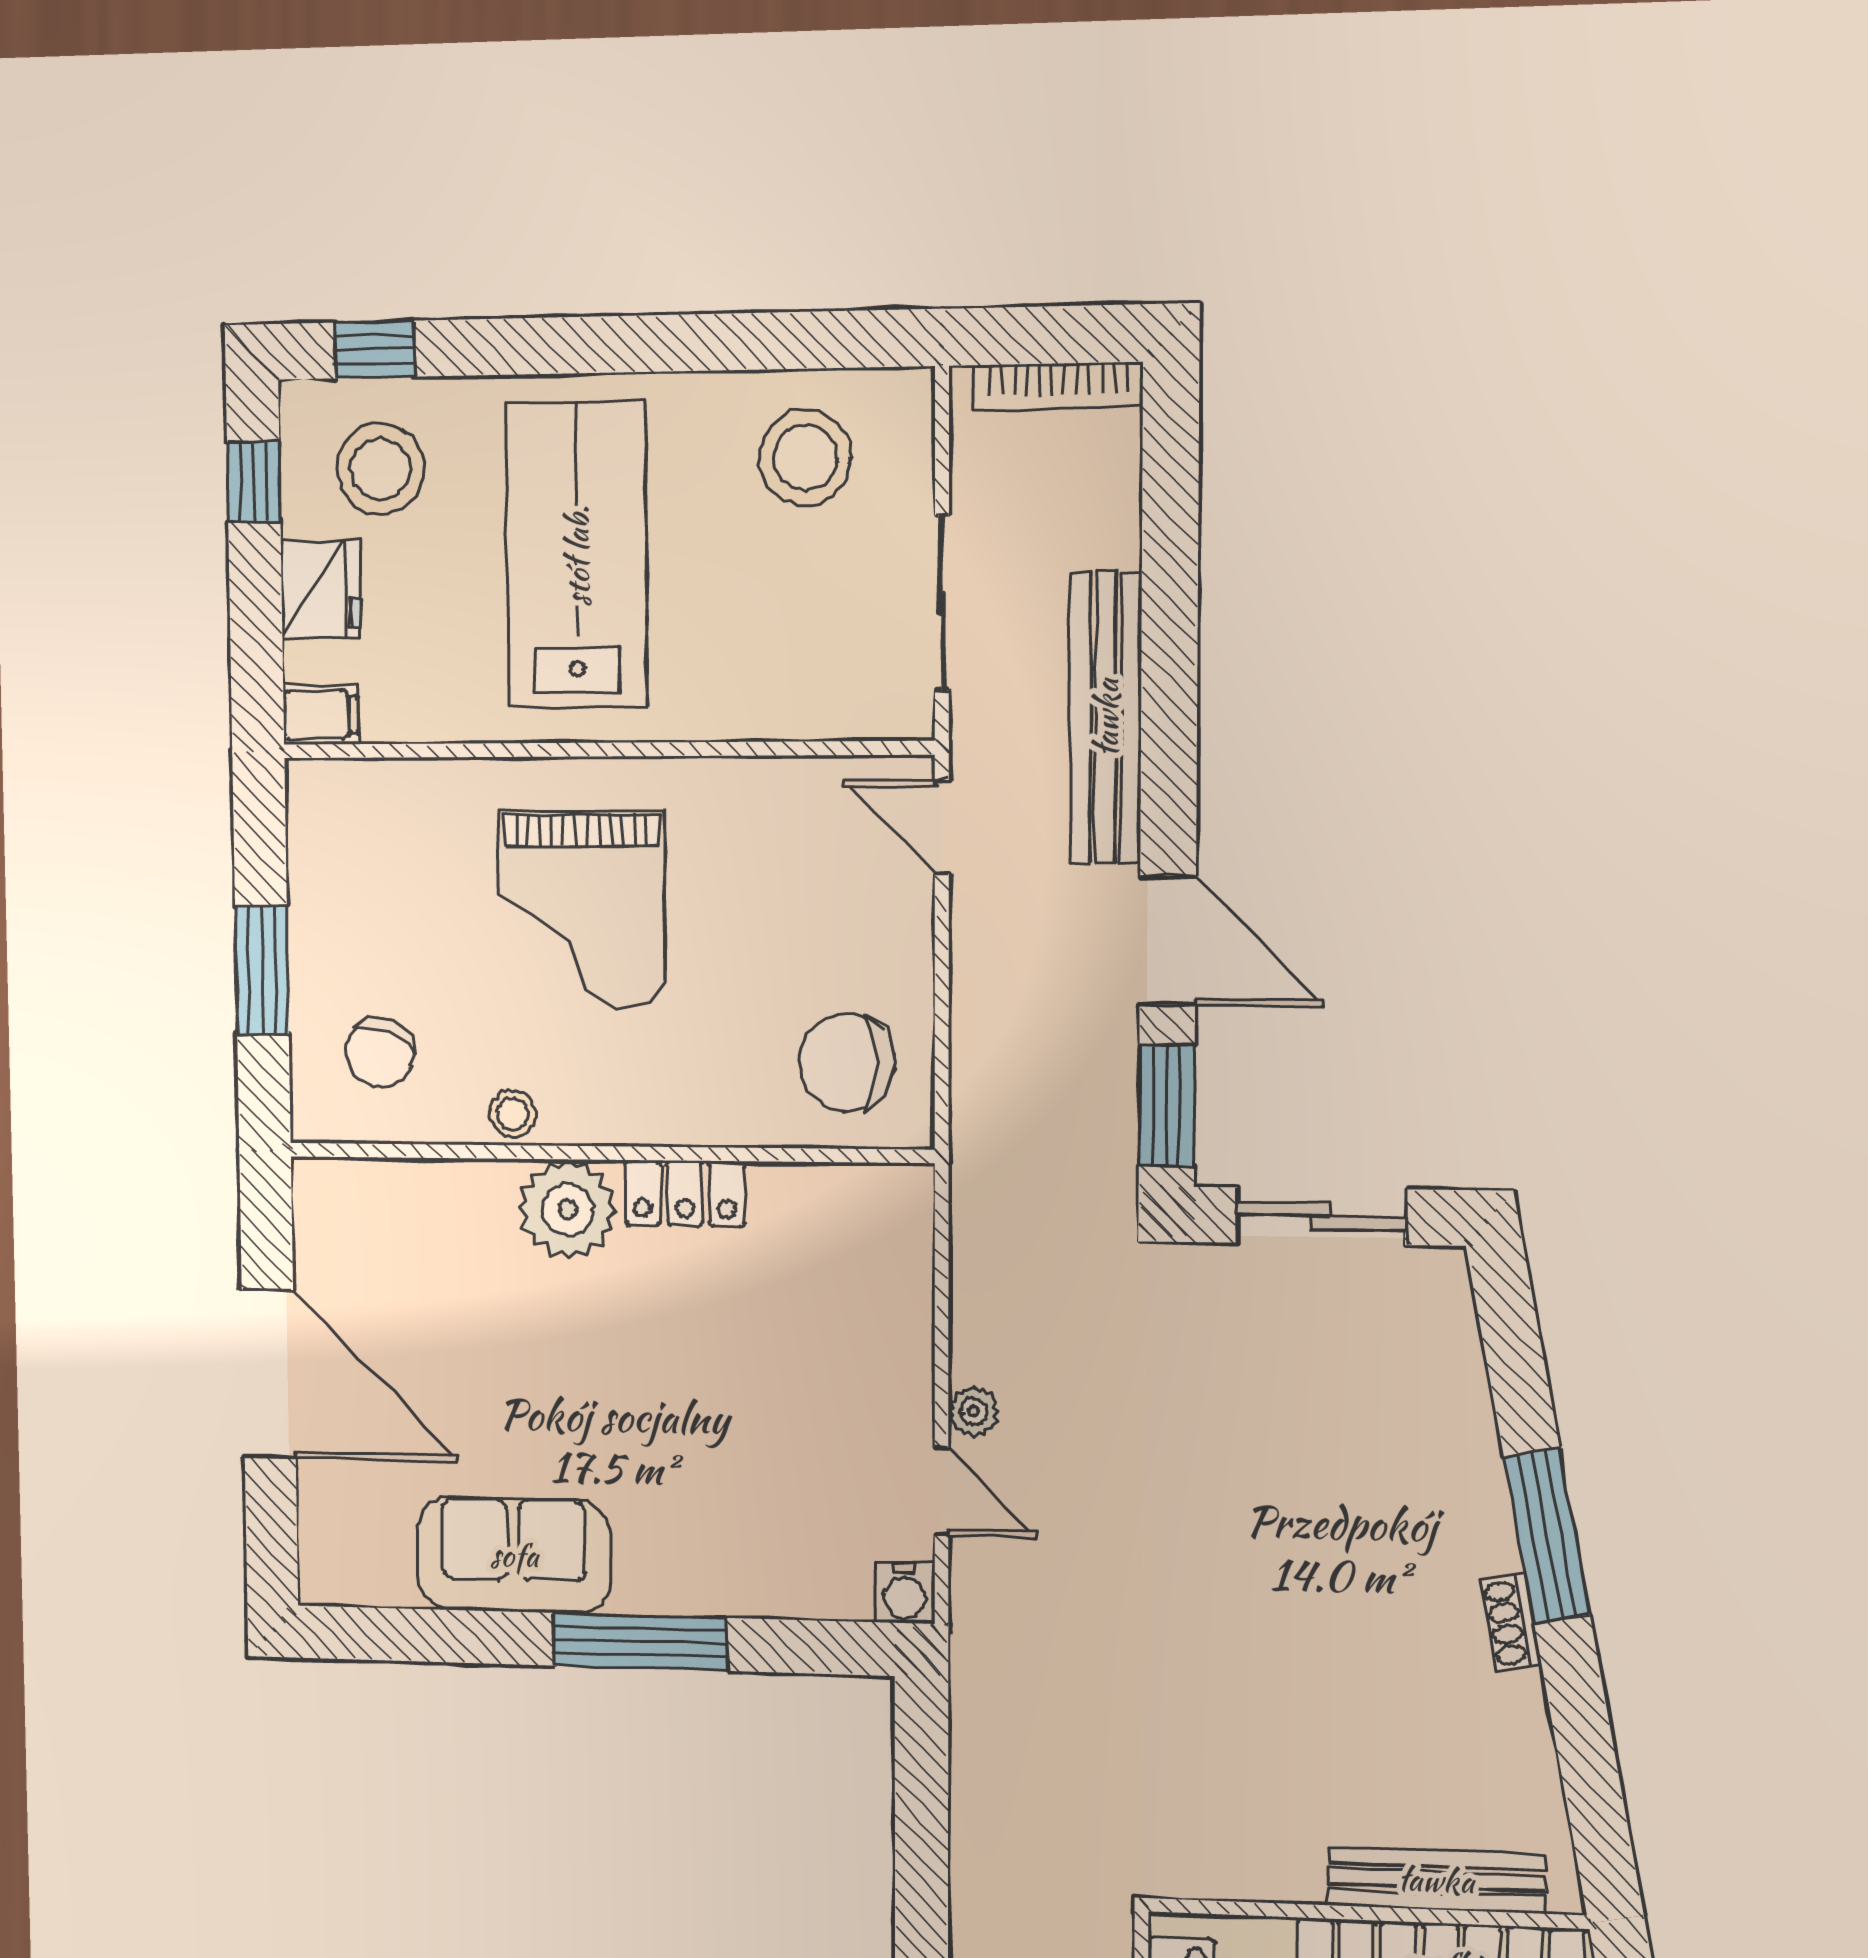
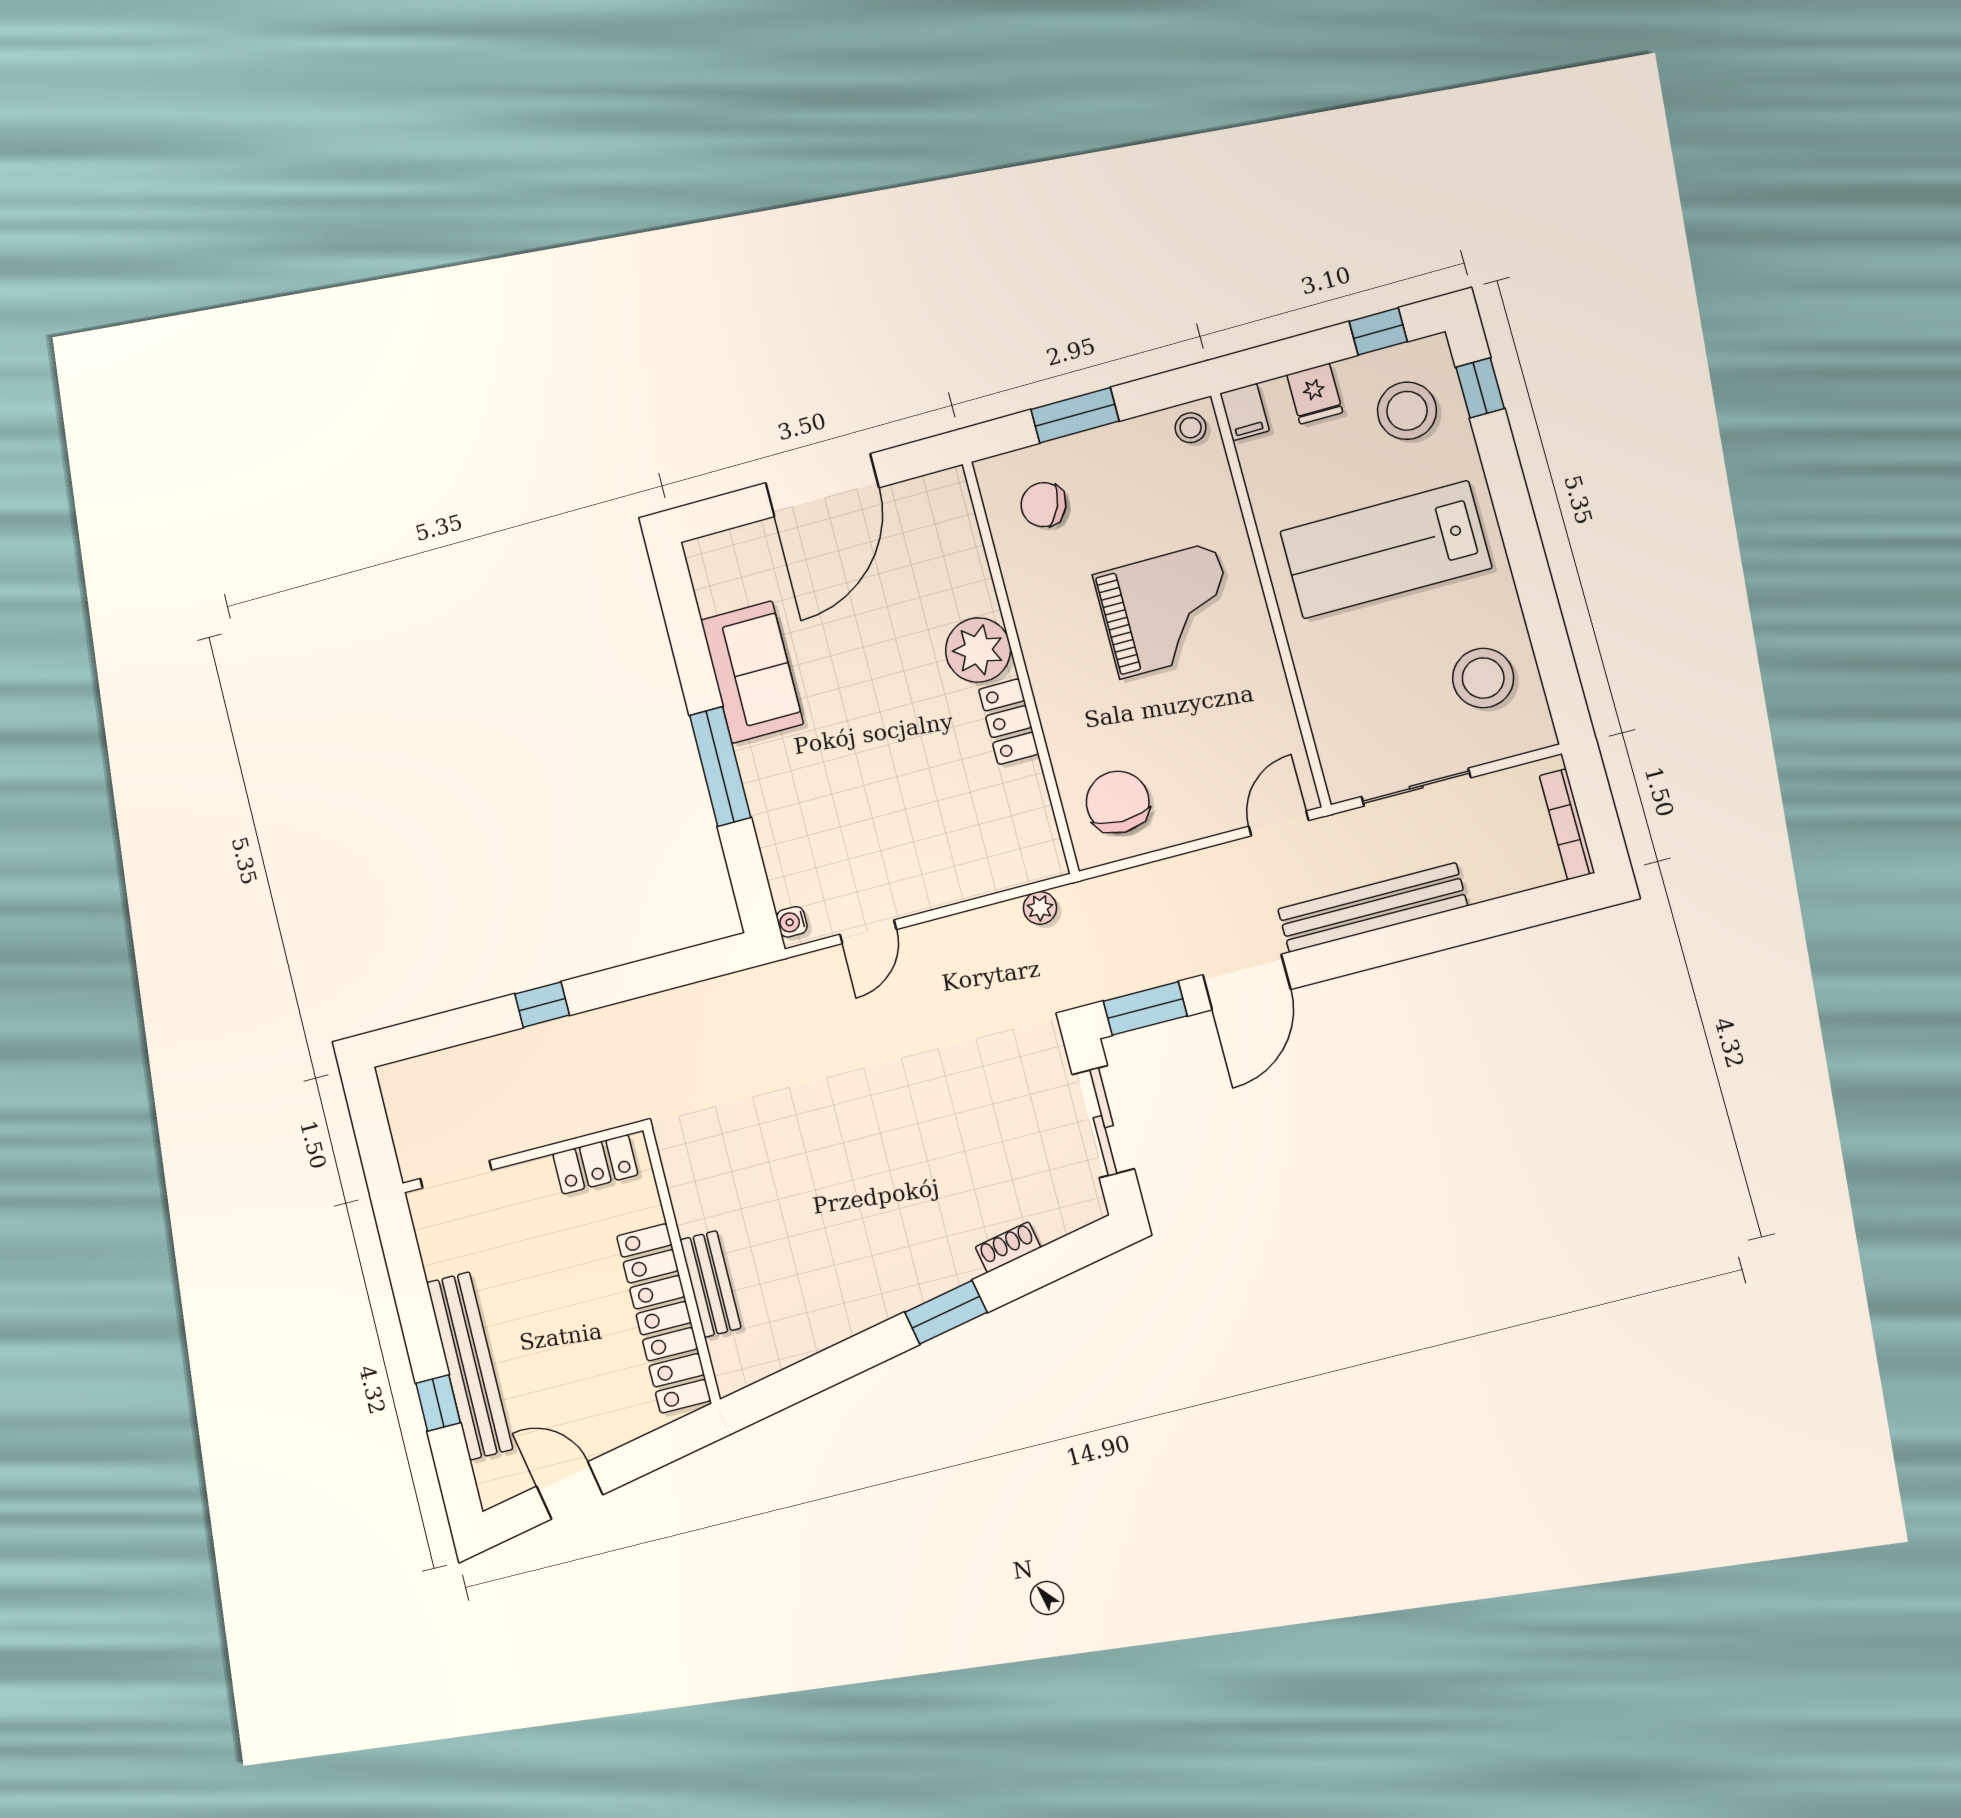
lab bench: (577, 556) -> (1386, 550), turned 180
fridge: (320, 589) -> (1315, 394), width x0.72
grand piano: (582, 910) -> (1167, 610), turned 180
stool: (513, 1114) -> (1191, 428), moved
plant: (973, 1412) -> (1040, 908), moved
window: (1547, 1536) -> (946, 1312), width x0.69
water cooler: (905, 1593) -> (792, 922), width x0.72, depth x0.72
shoe rack: (1511, 1622) -> (1008, 1247), moved
bench: (1436, 1880) -> (710, 1284), width x0.73

